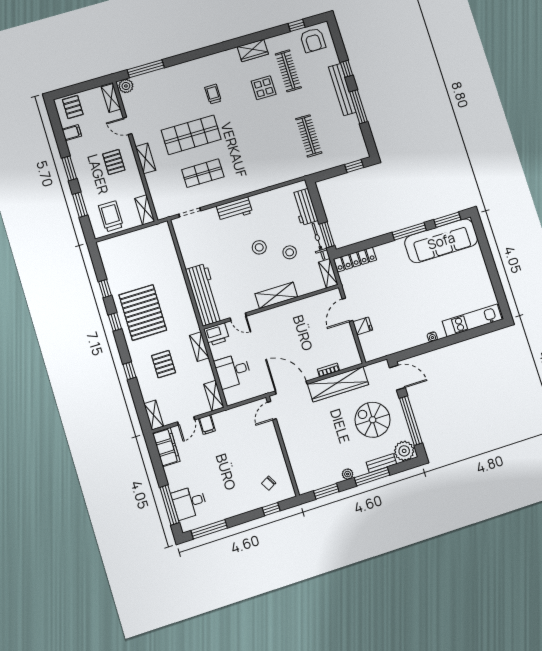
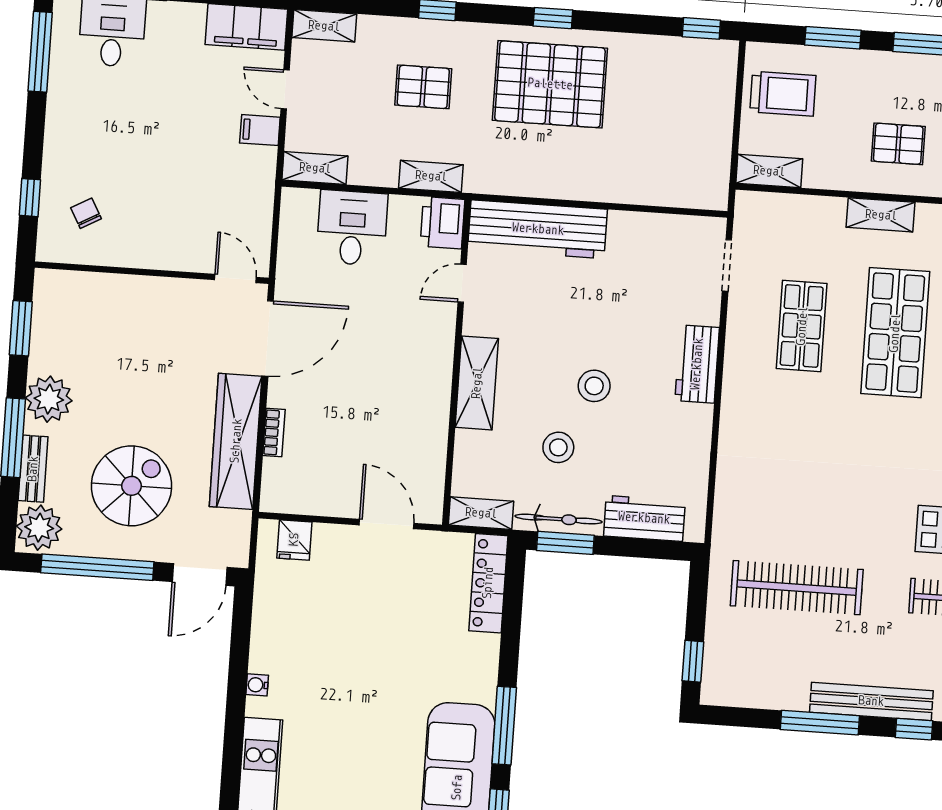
clothes rail: (309, 136) -> (797, 588), width x1.37, depth x1.31
window: (105, 289) -> (701, 28), moved
fridge: (363, 326) -> (294, 540), moved
plant: (348, 474) -> (49, 399), width x1.87, depth x1.87

